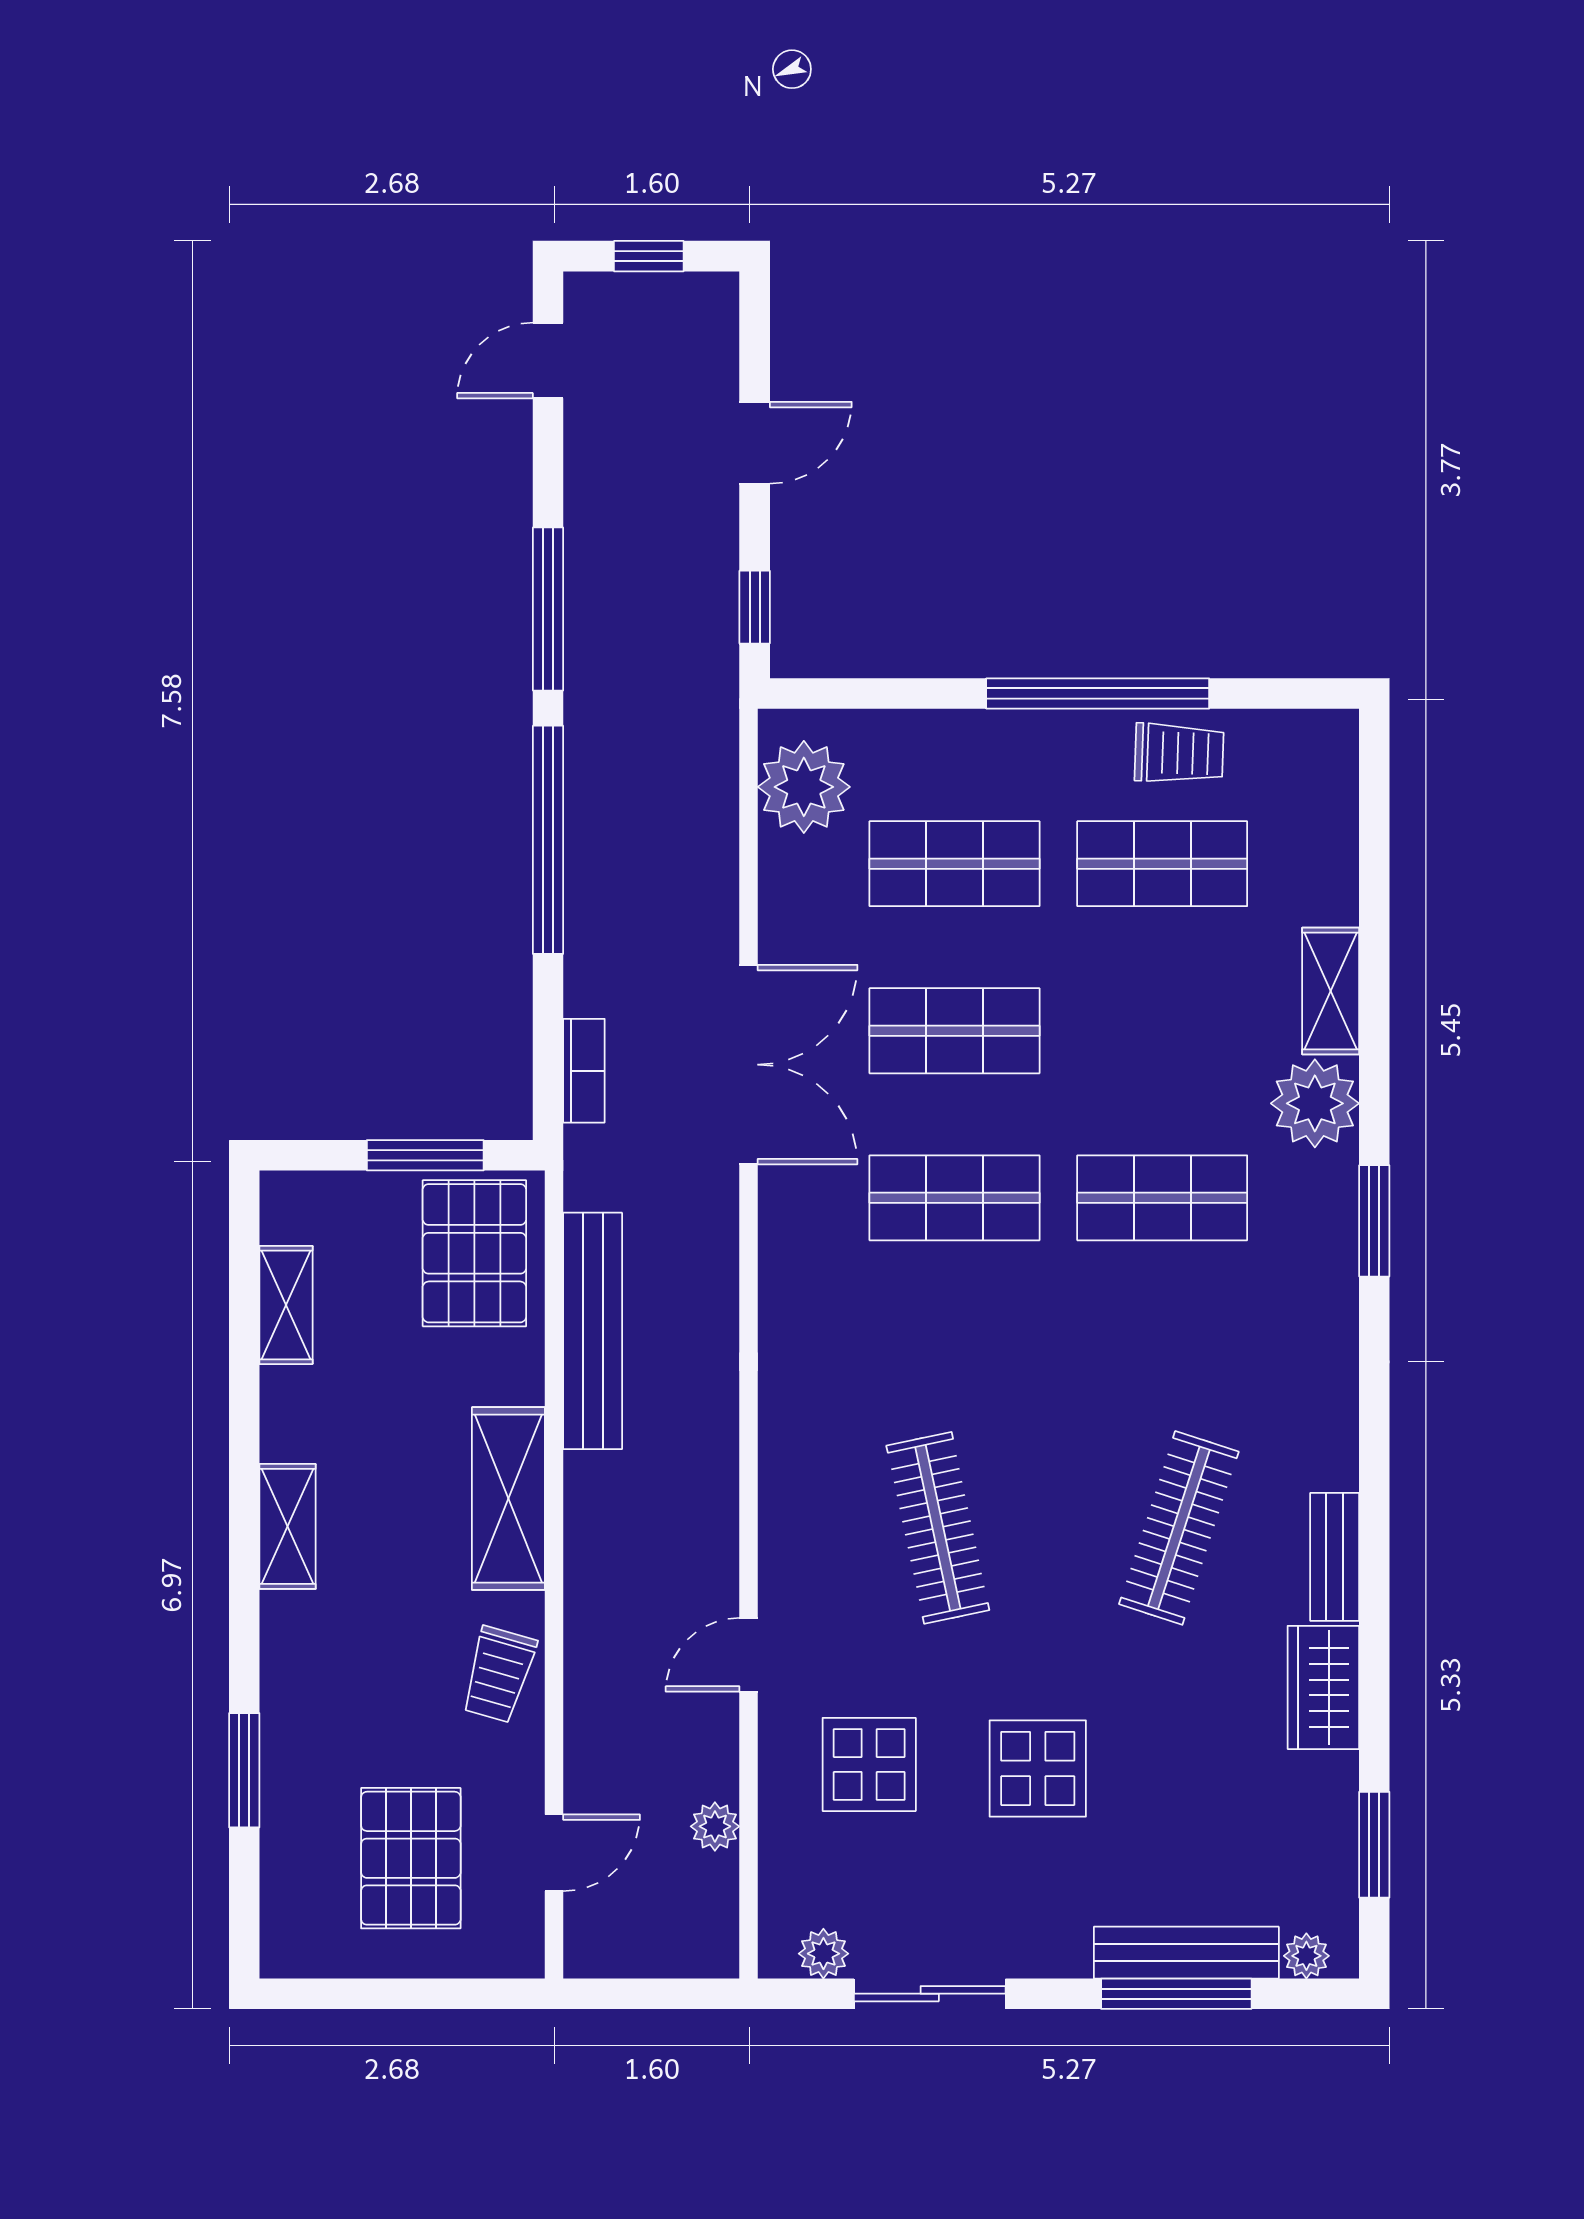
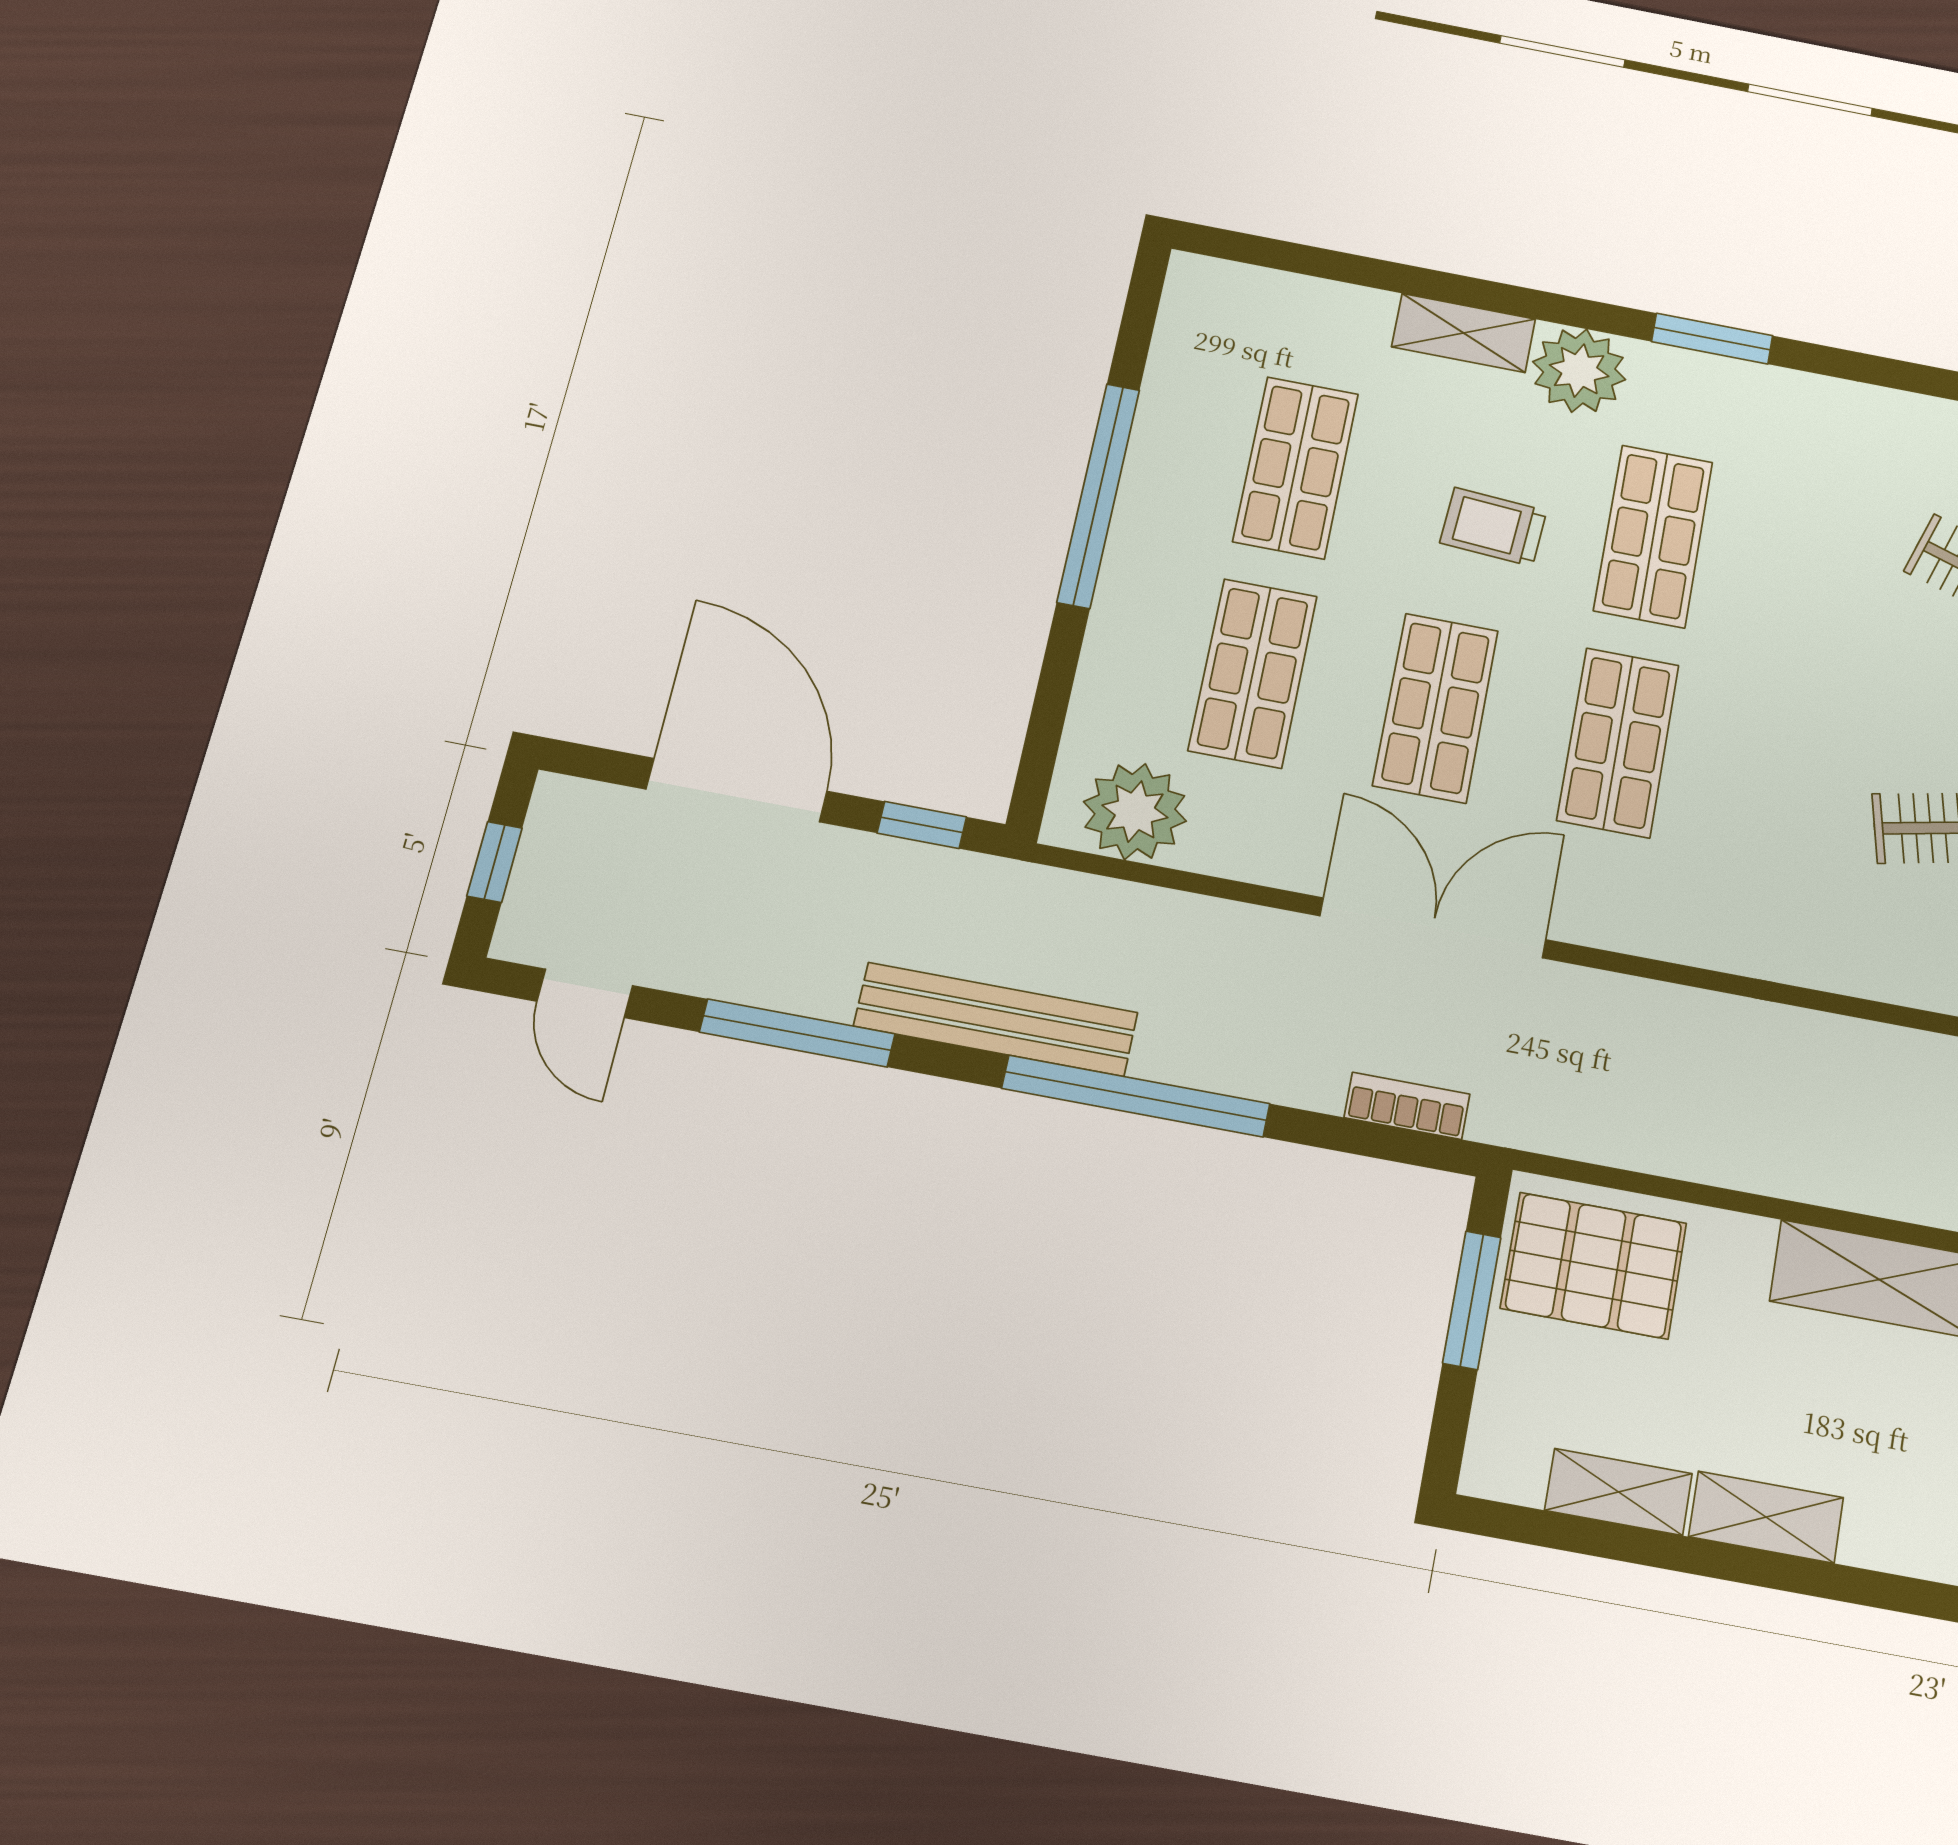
door: (755, 443) -> (737, 790), width x1.88
window: (548, 609) -> (797, 1033), moved
trolley: (1179, 753) -> (1493, 527), moved, turned -88
bench: (593, 1331) -> (996, 1019), moved
shelving: (288, 1526) -> (1766, 1517), moved

